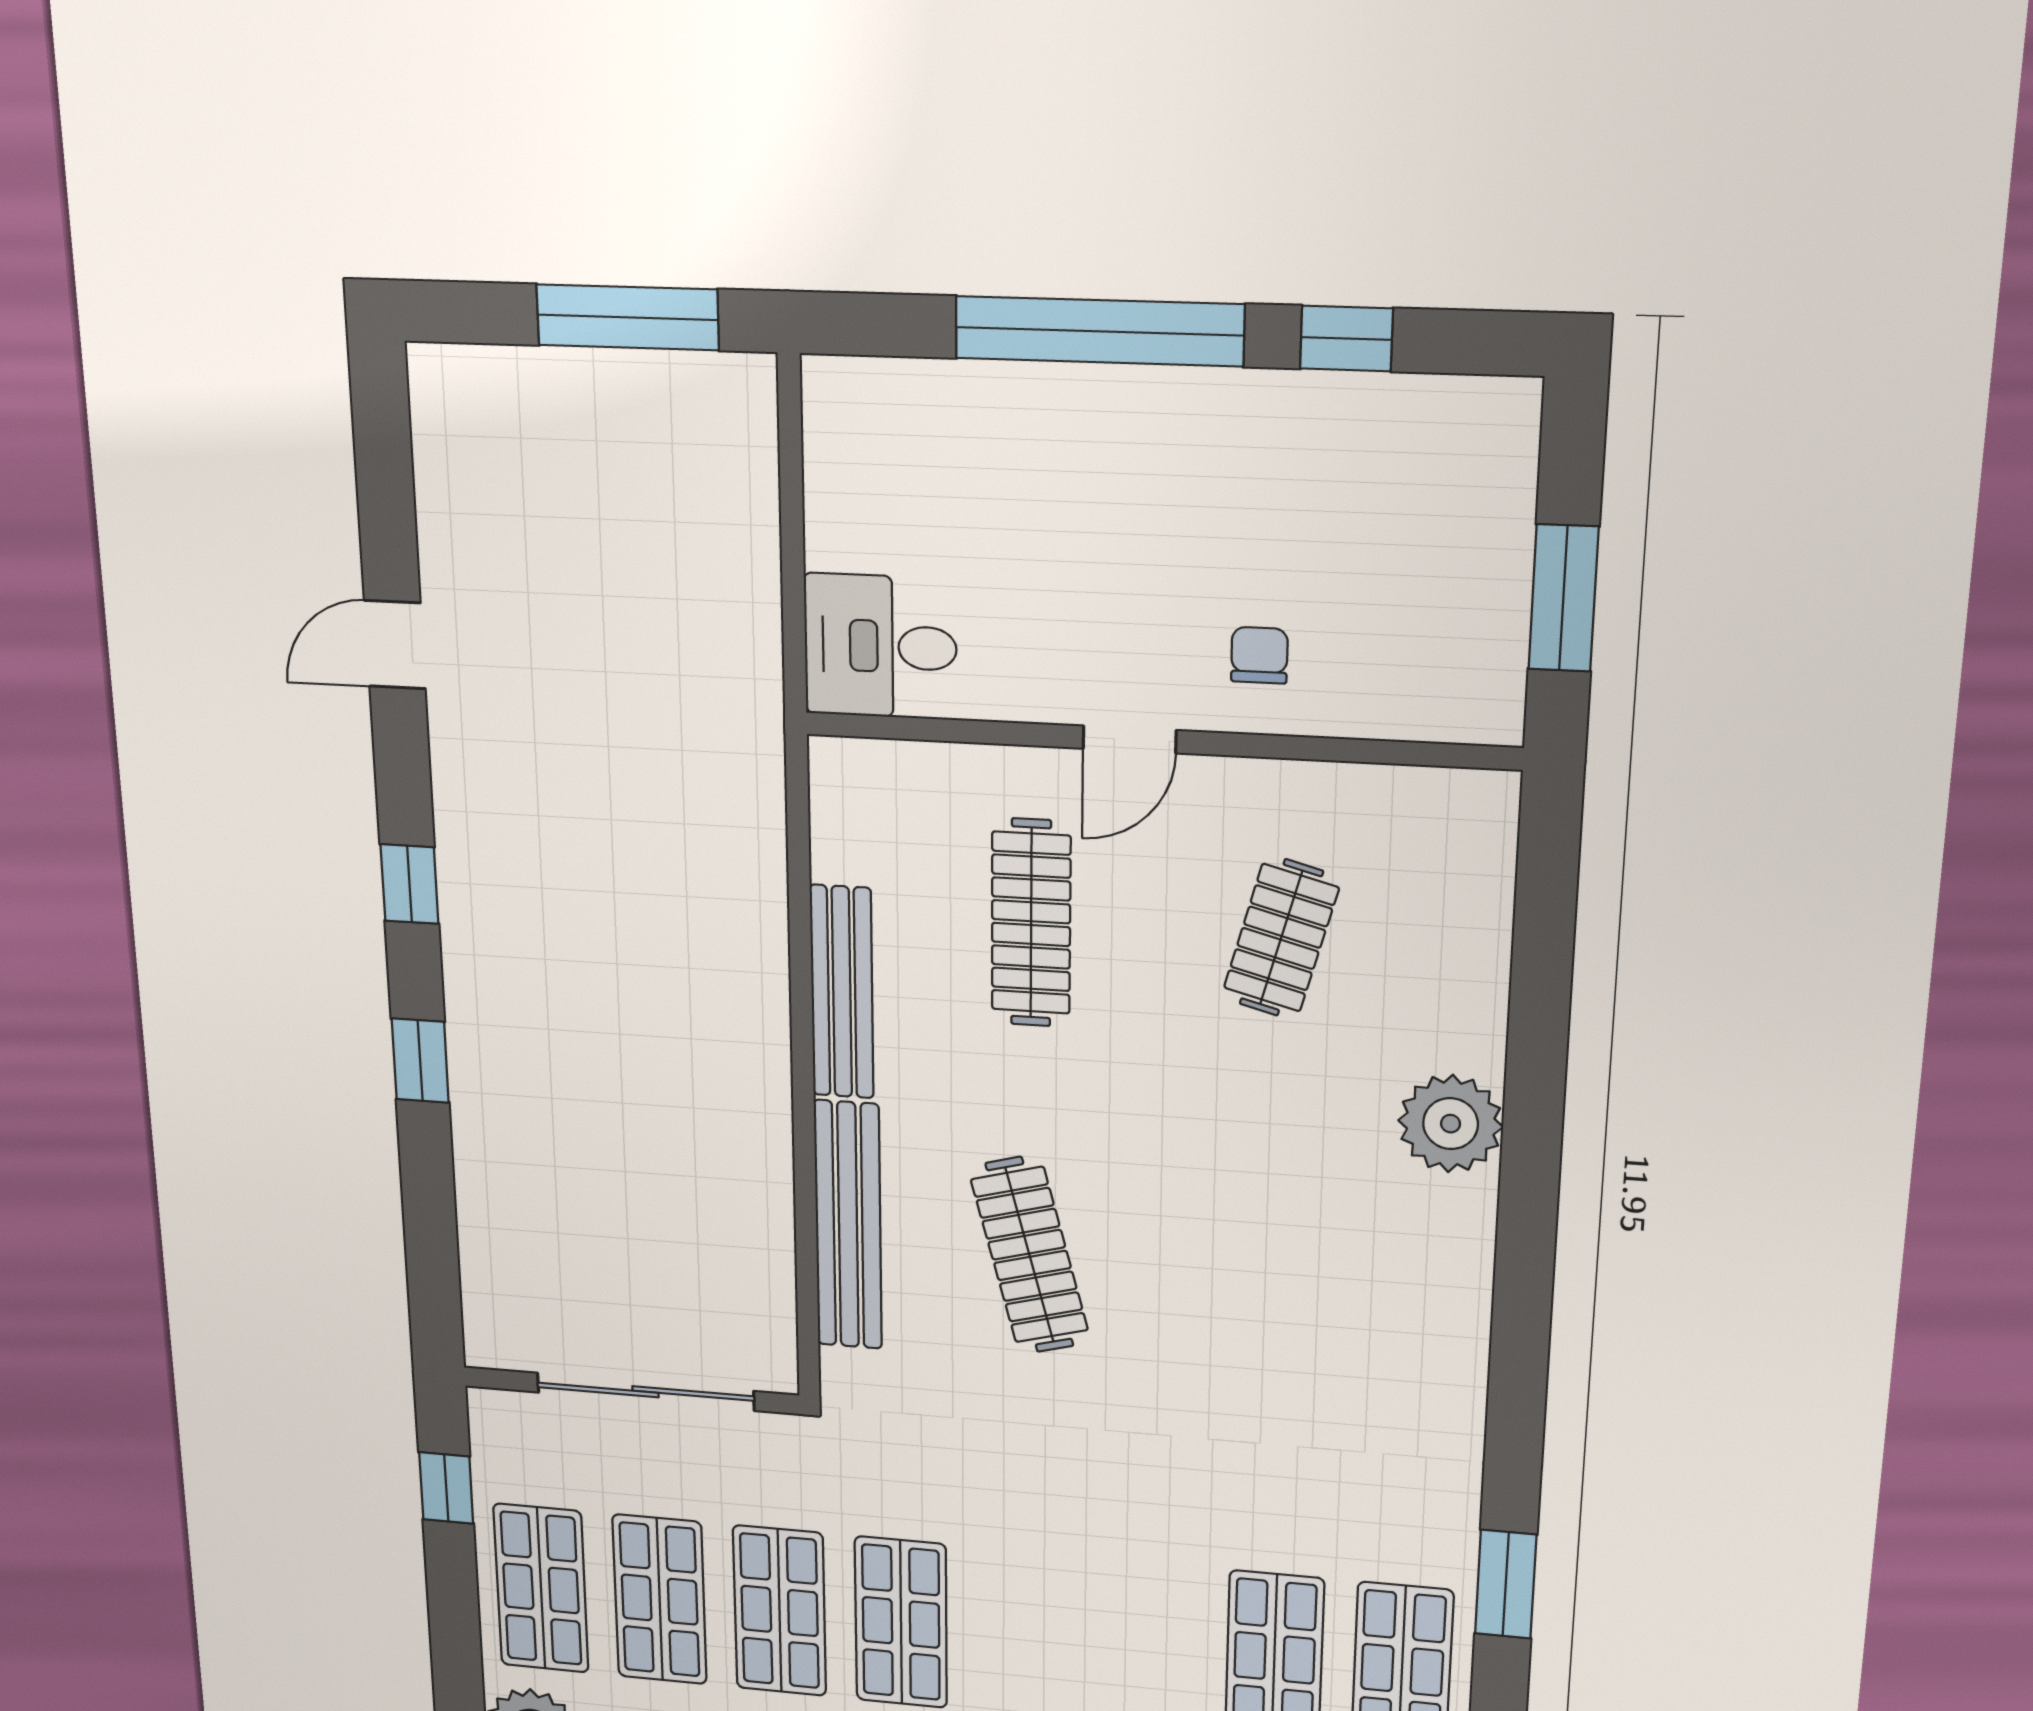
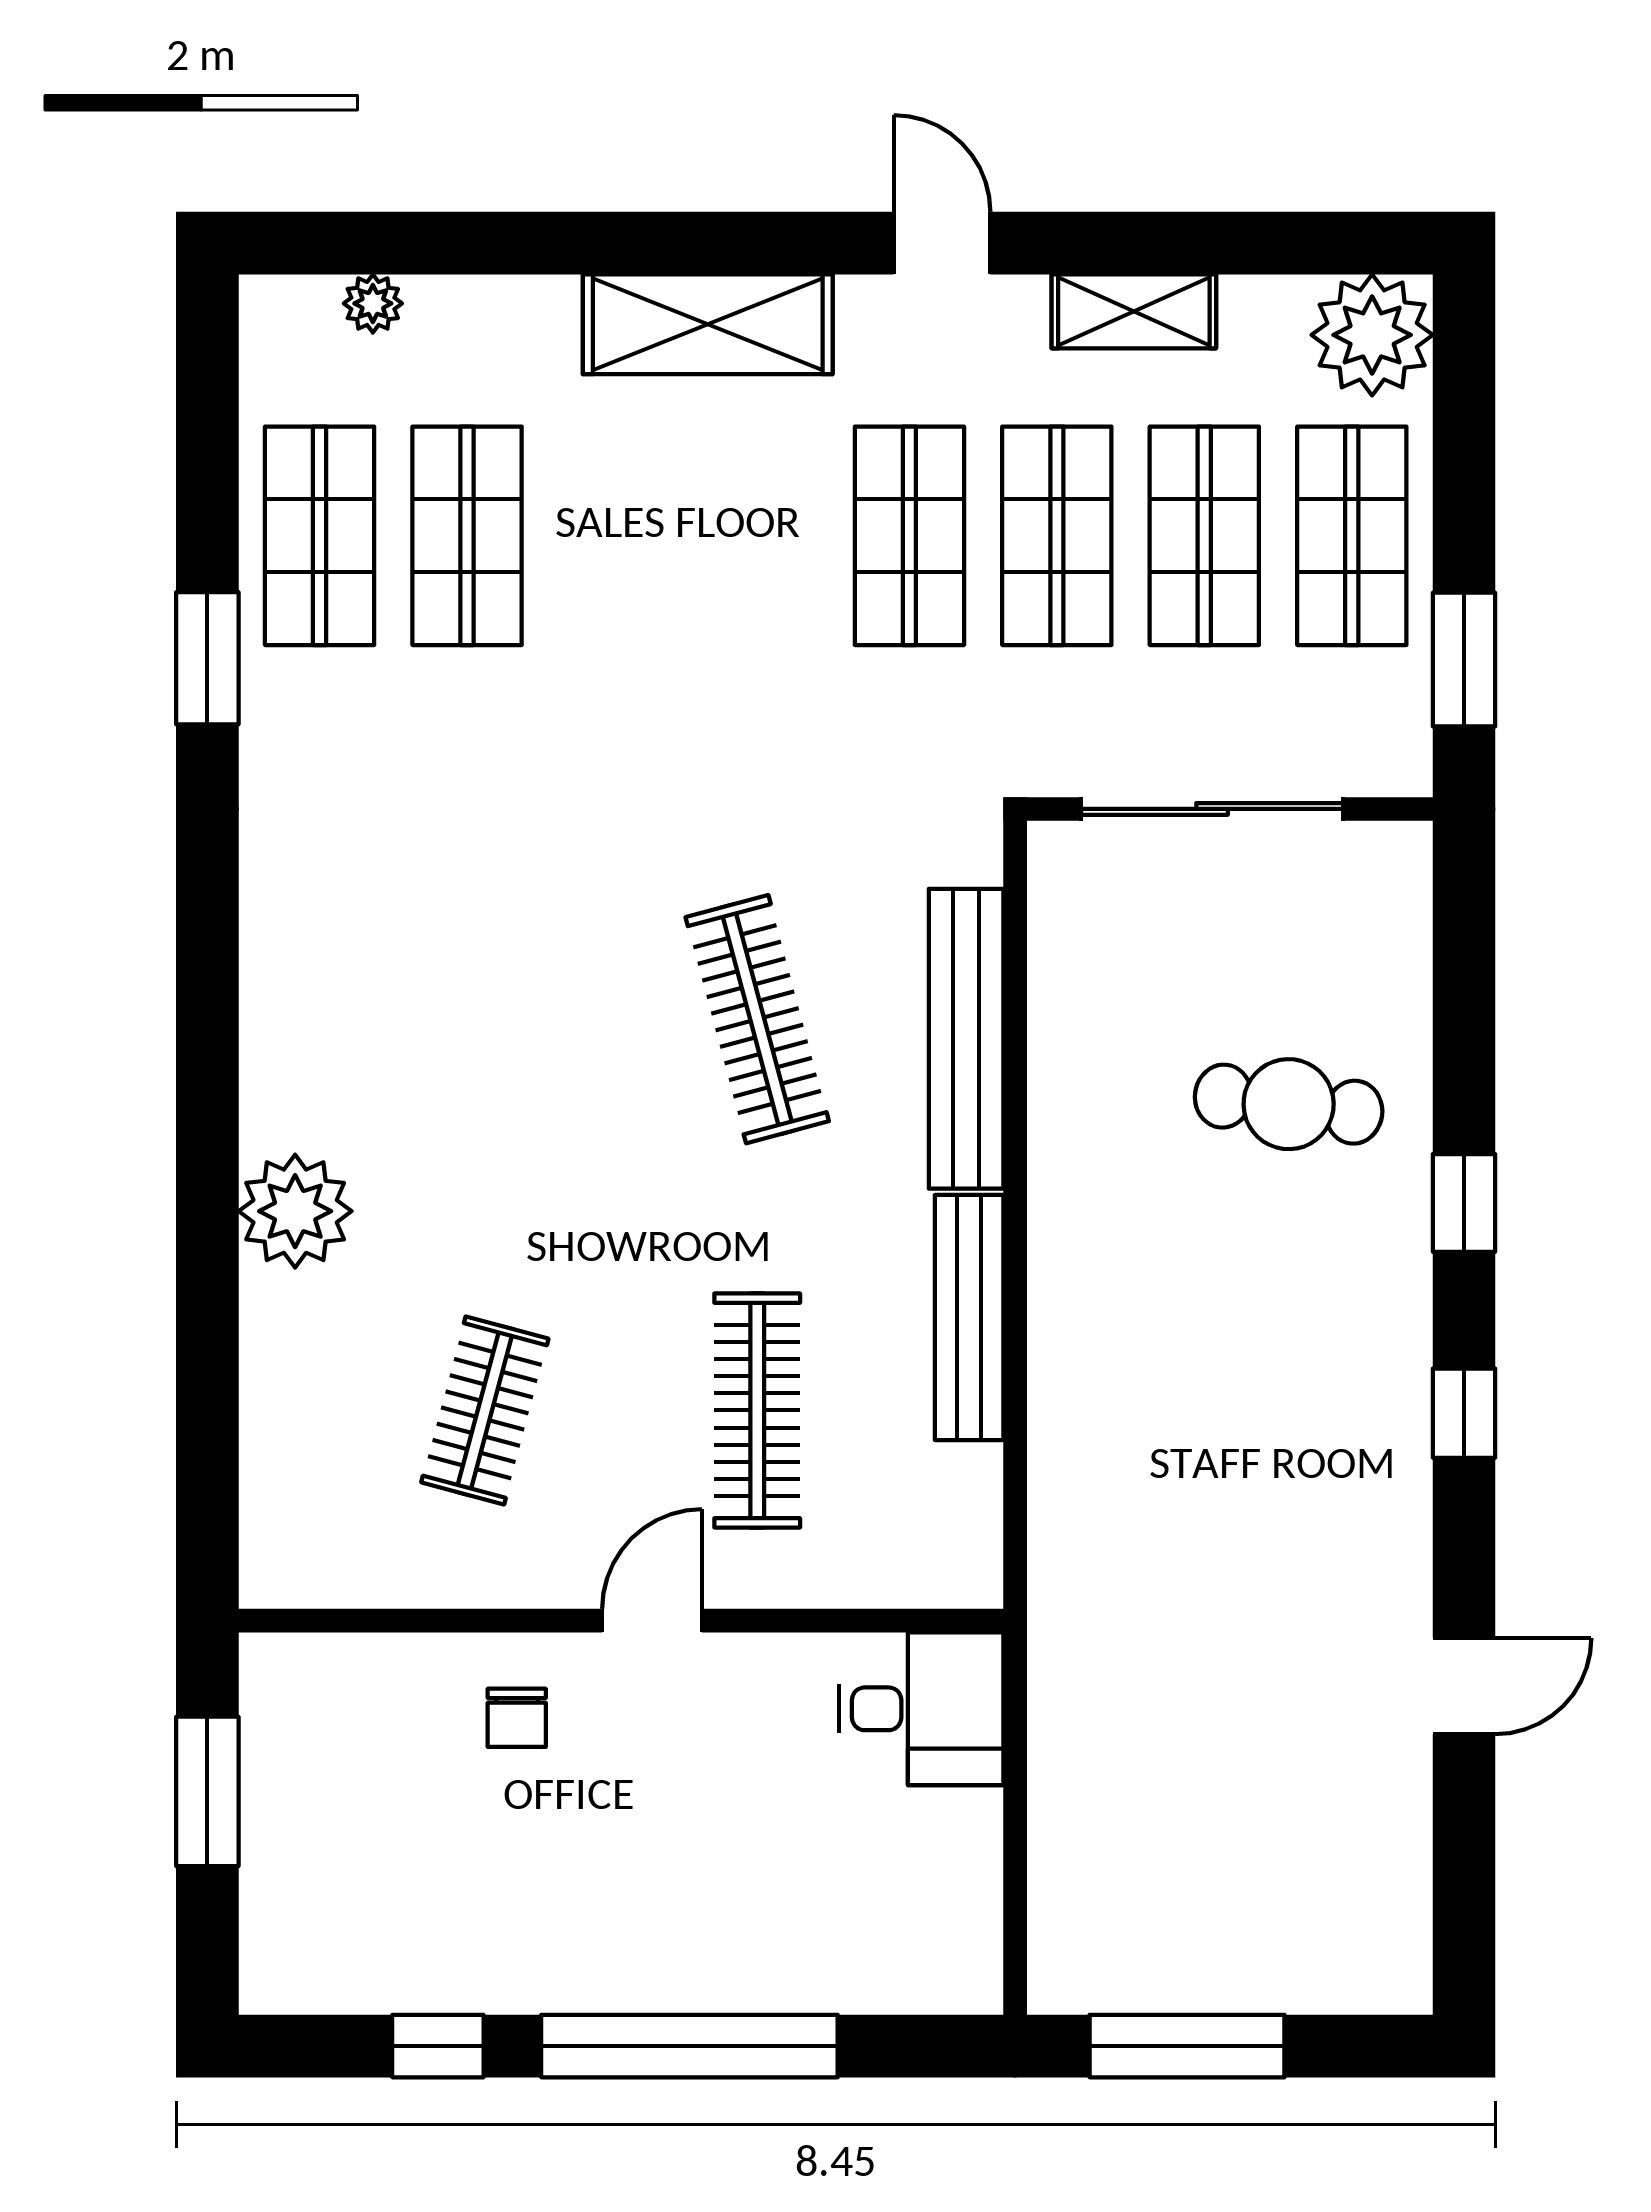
cafe table: (572, 1152) -> (1289, 1104), added
window: (446, 1488) -> (1464, 660), width x1.50

